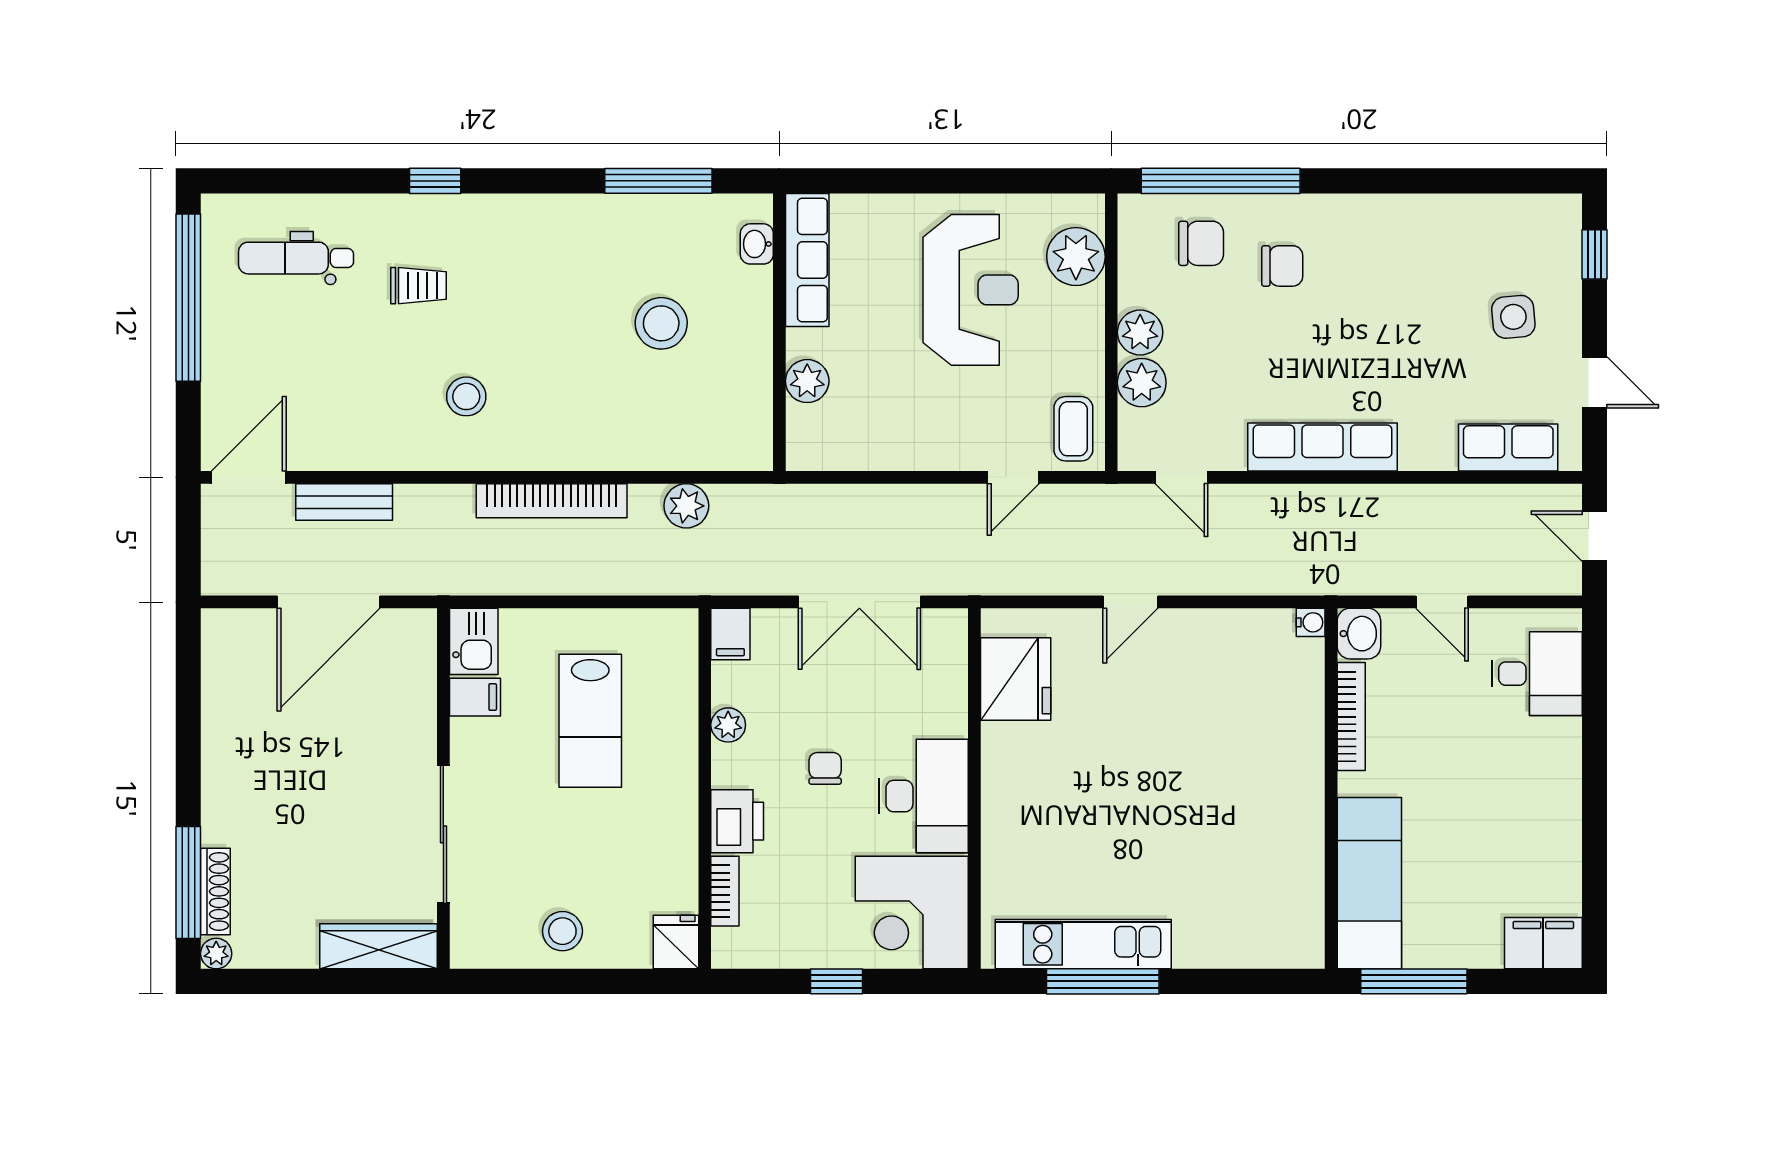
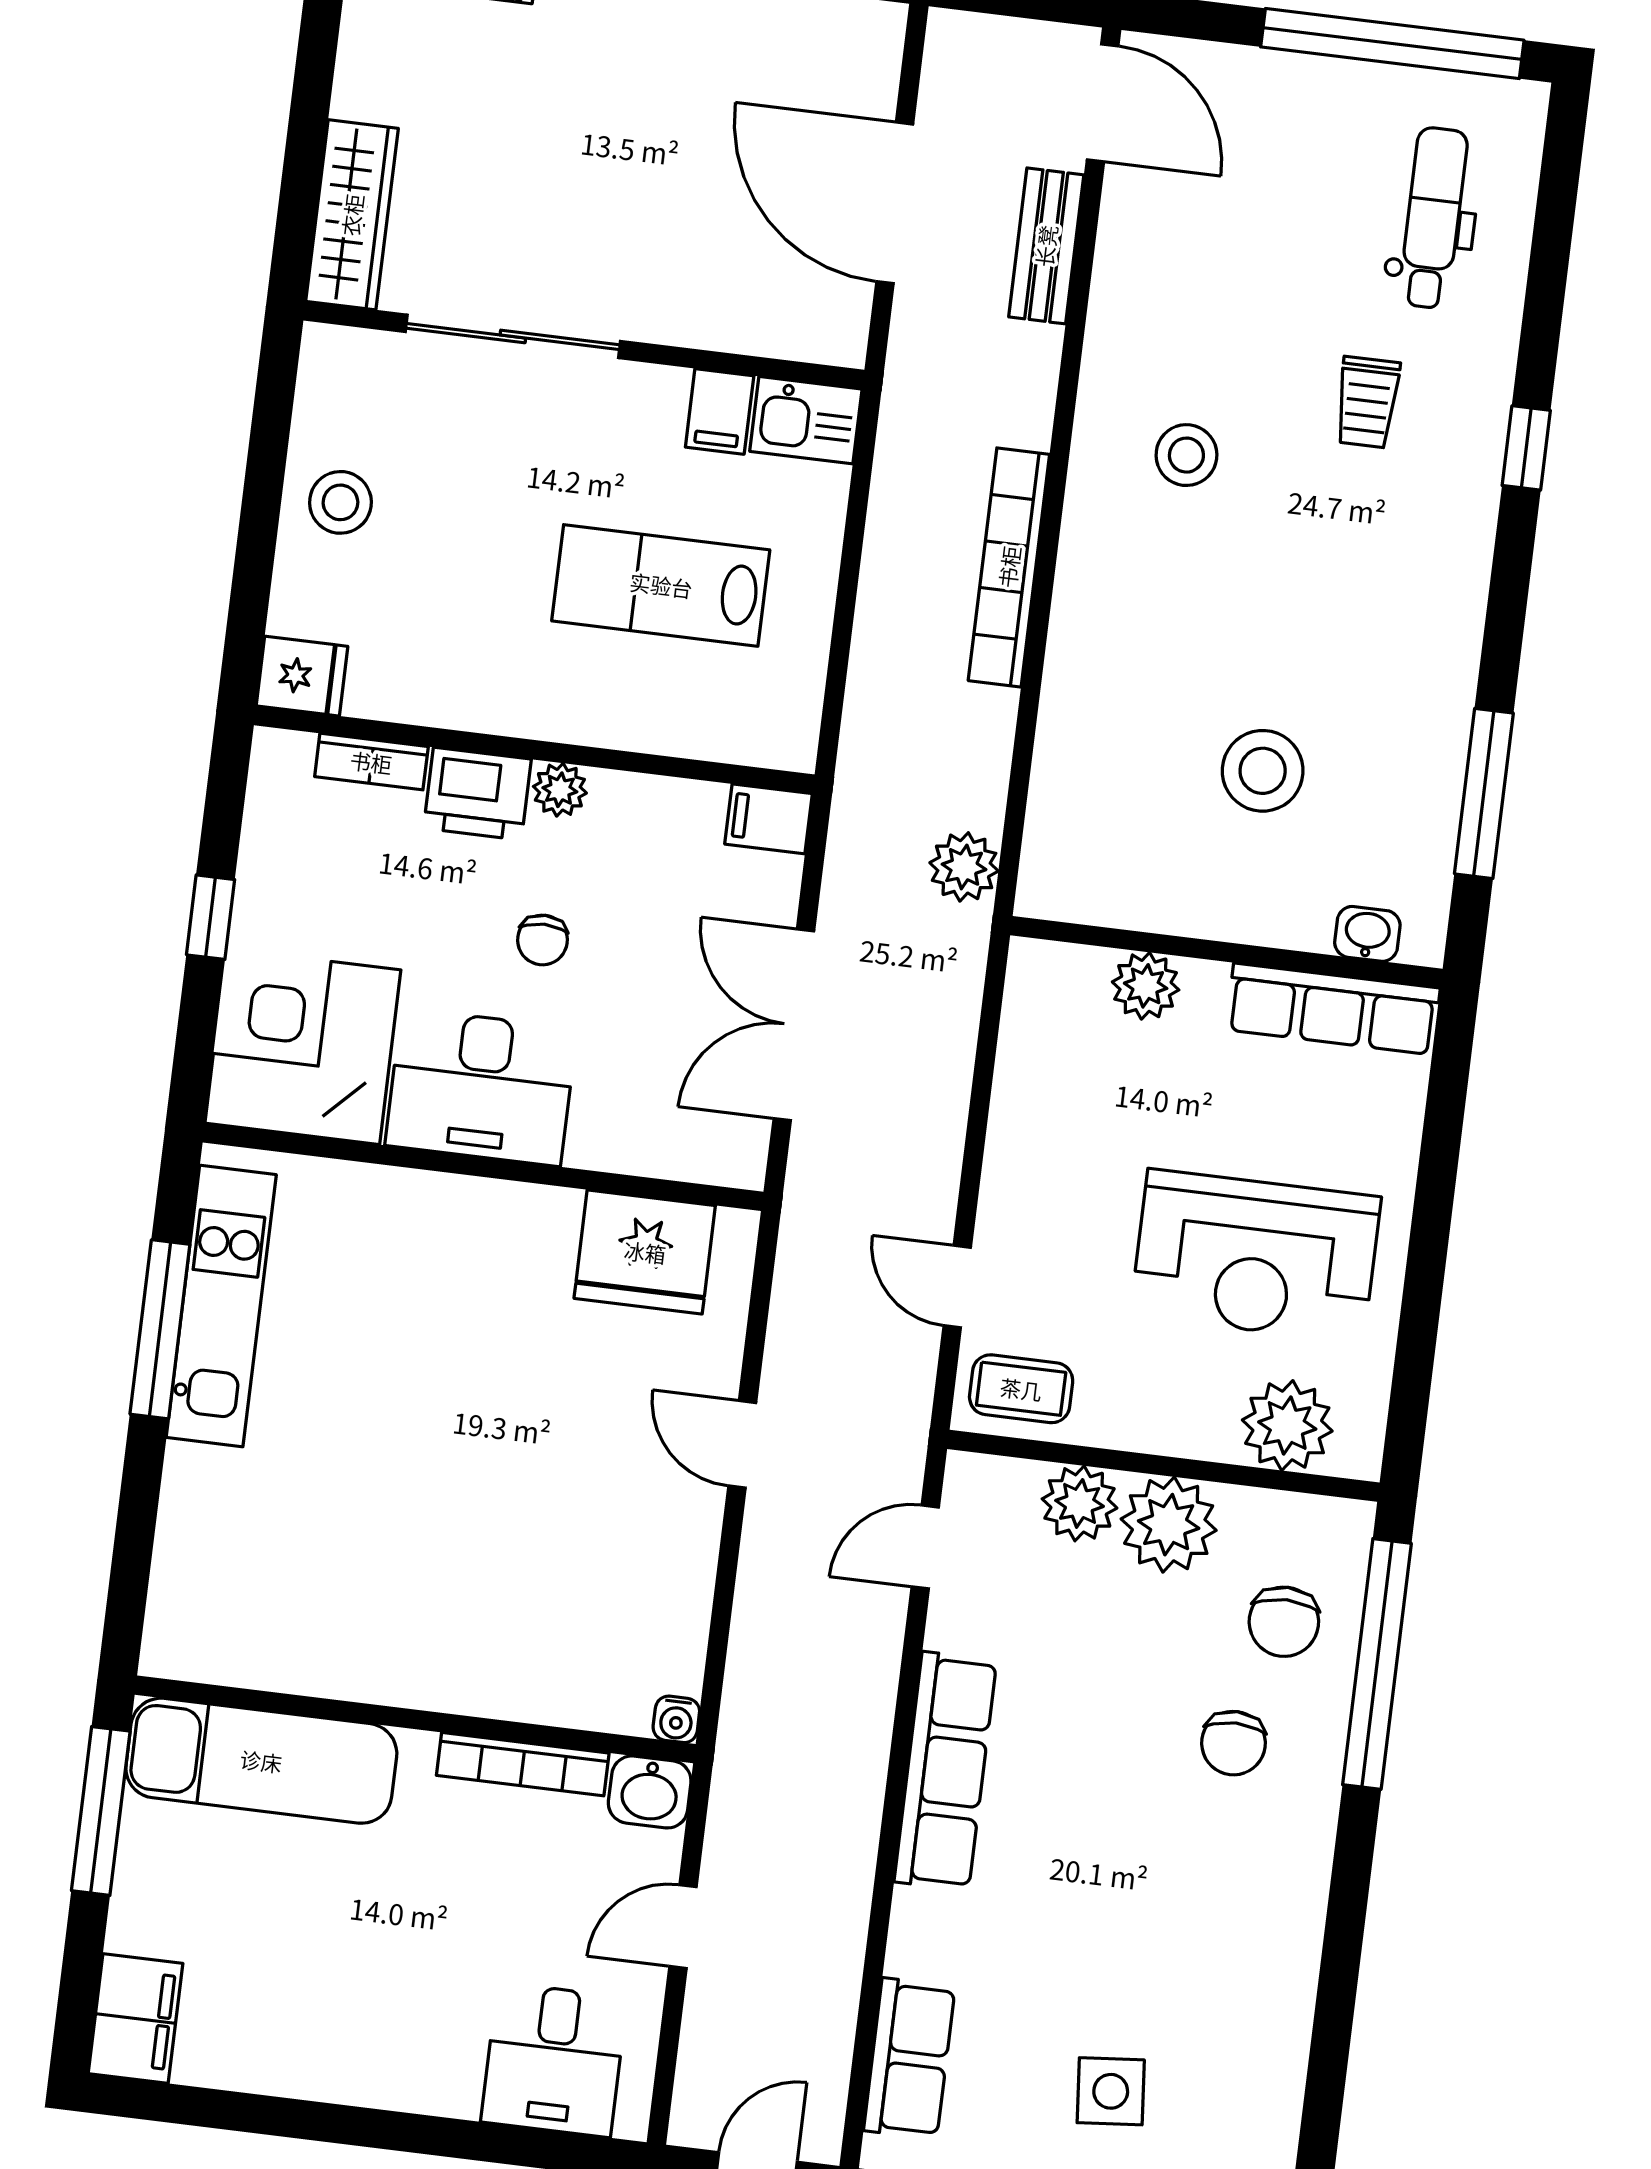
plant: (1140, 332) -> (1169, 1525), width x1.36, depth x1.36
plant: (686, 506) -> (964, 867), moved
plant: (728, 725) -> (560, 790), moved
chair: (825, 768) -> (542, 940), turned 90

